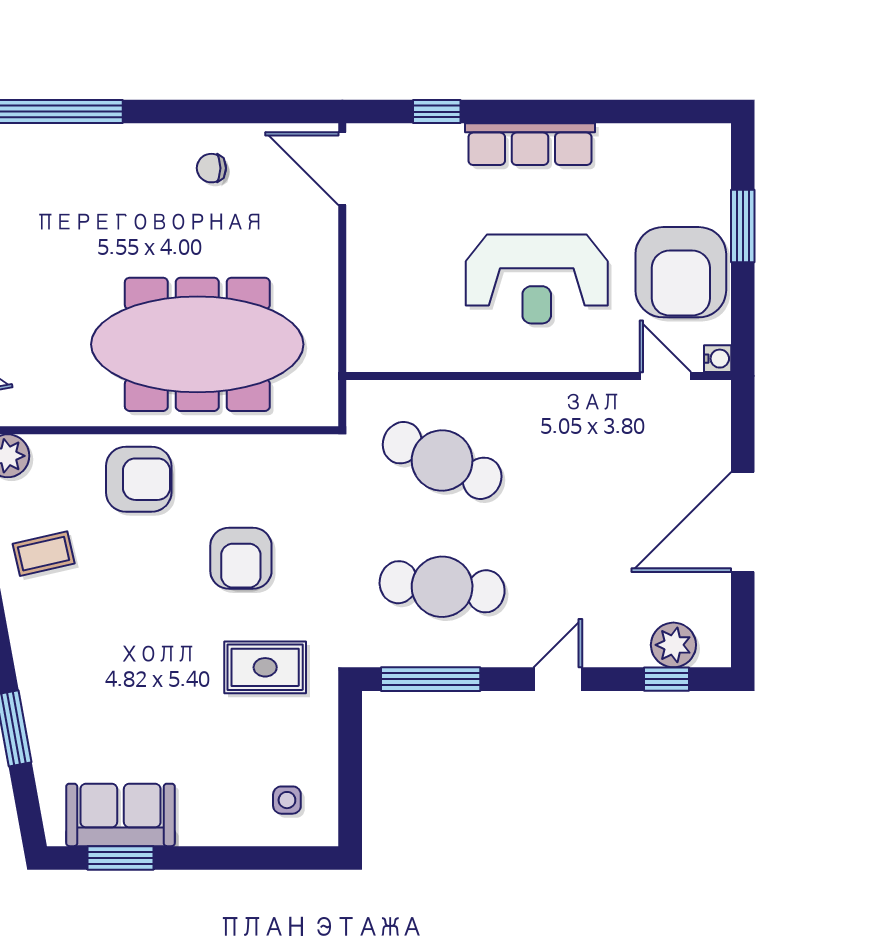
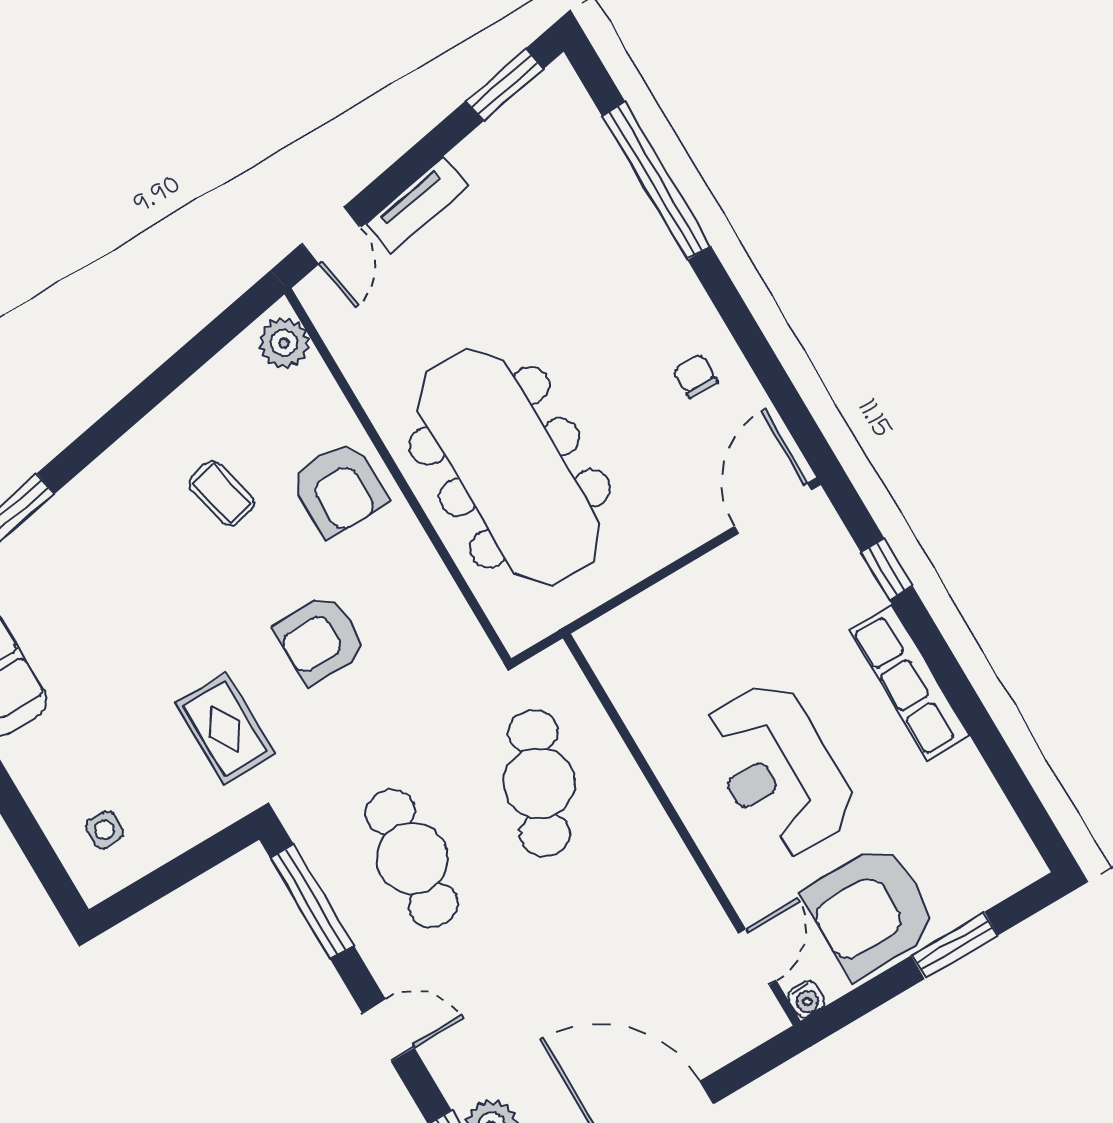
coffee table: (44, 554) -> (221, 493), moved

